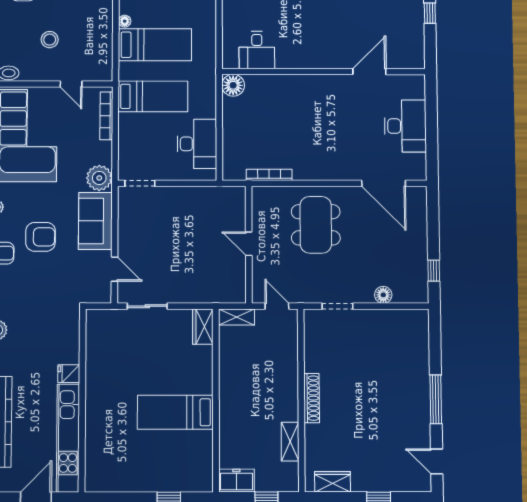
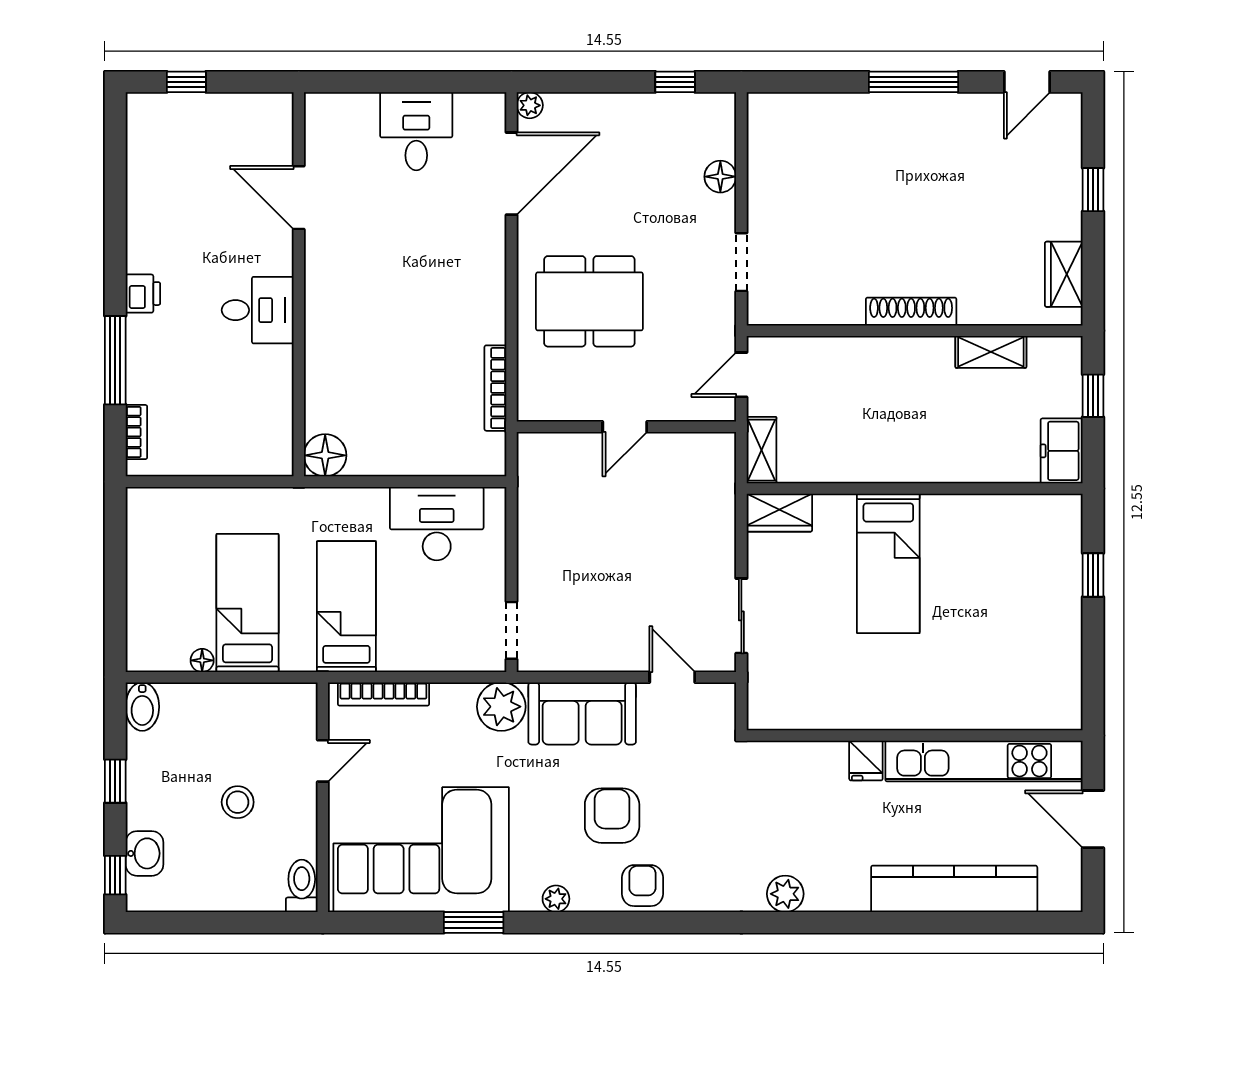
desk: (257, 50) -> (258, 310), moved
desk: (405, 126) -> (416, 131), width x0.73
plant: (420, 193) -> (530, 105), added
door: (114, 269) -> (672, 677), hinge flipped
bed: (175, 412) -> (888, 563), moved

